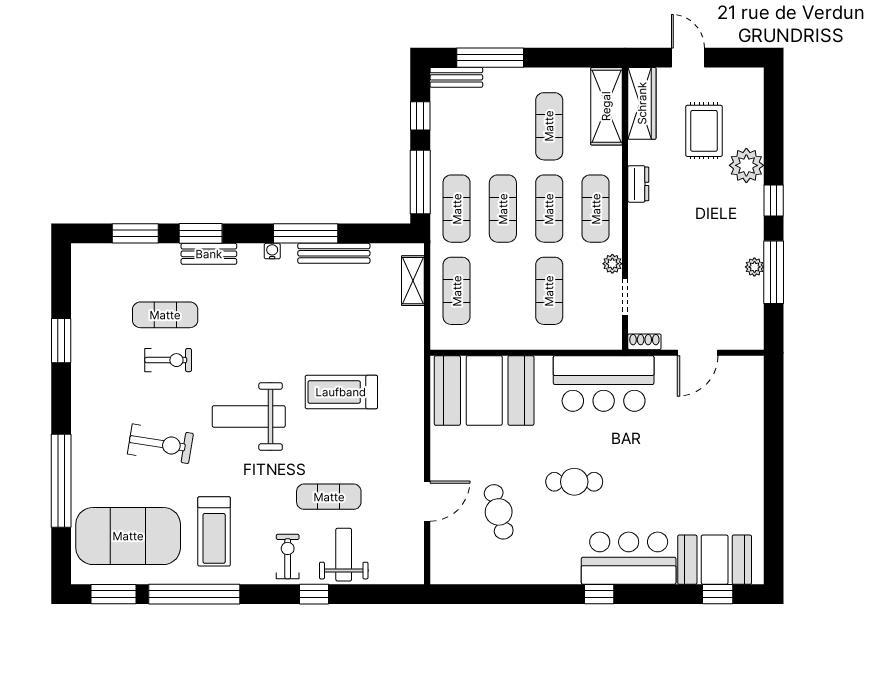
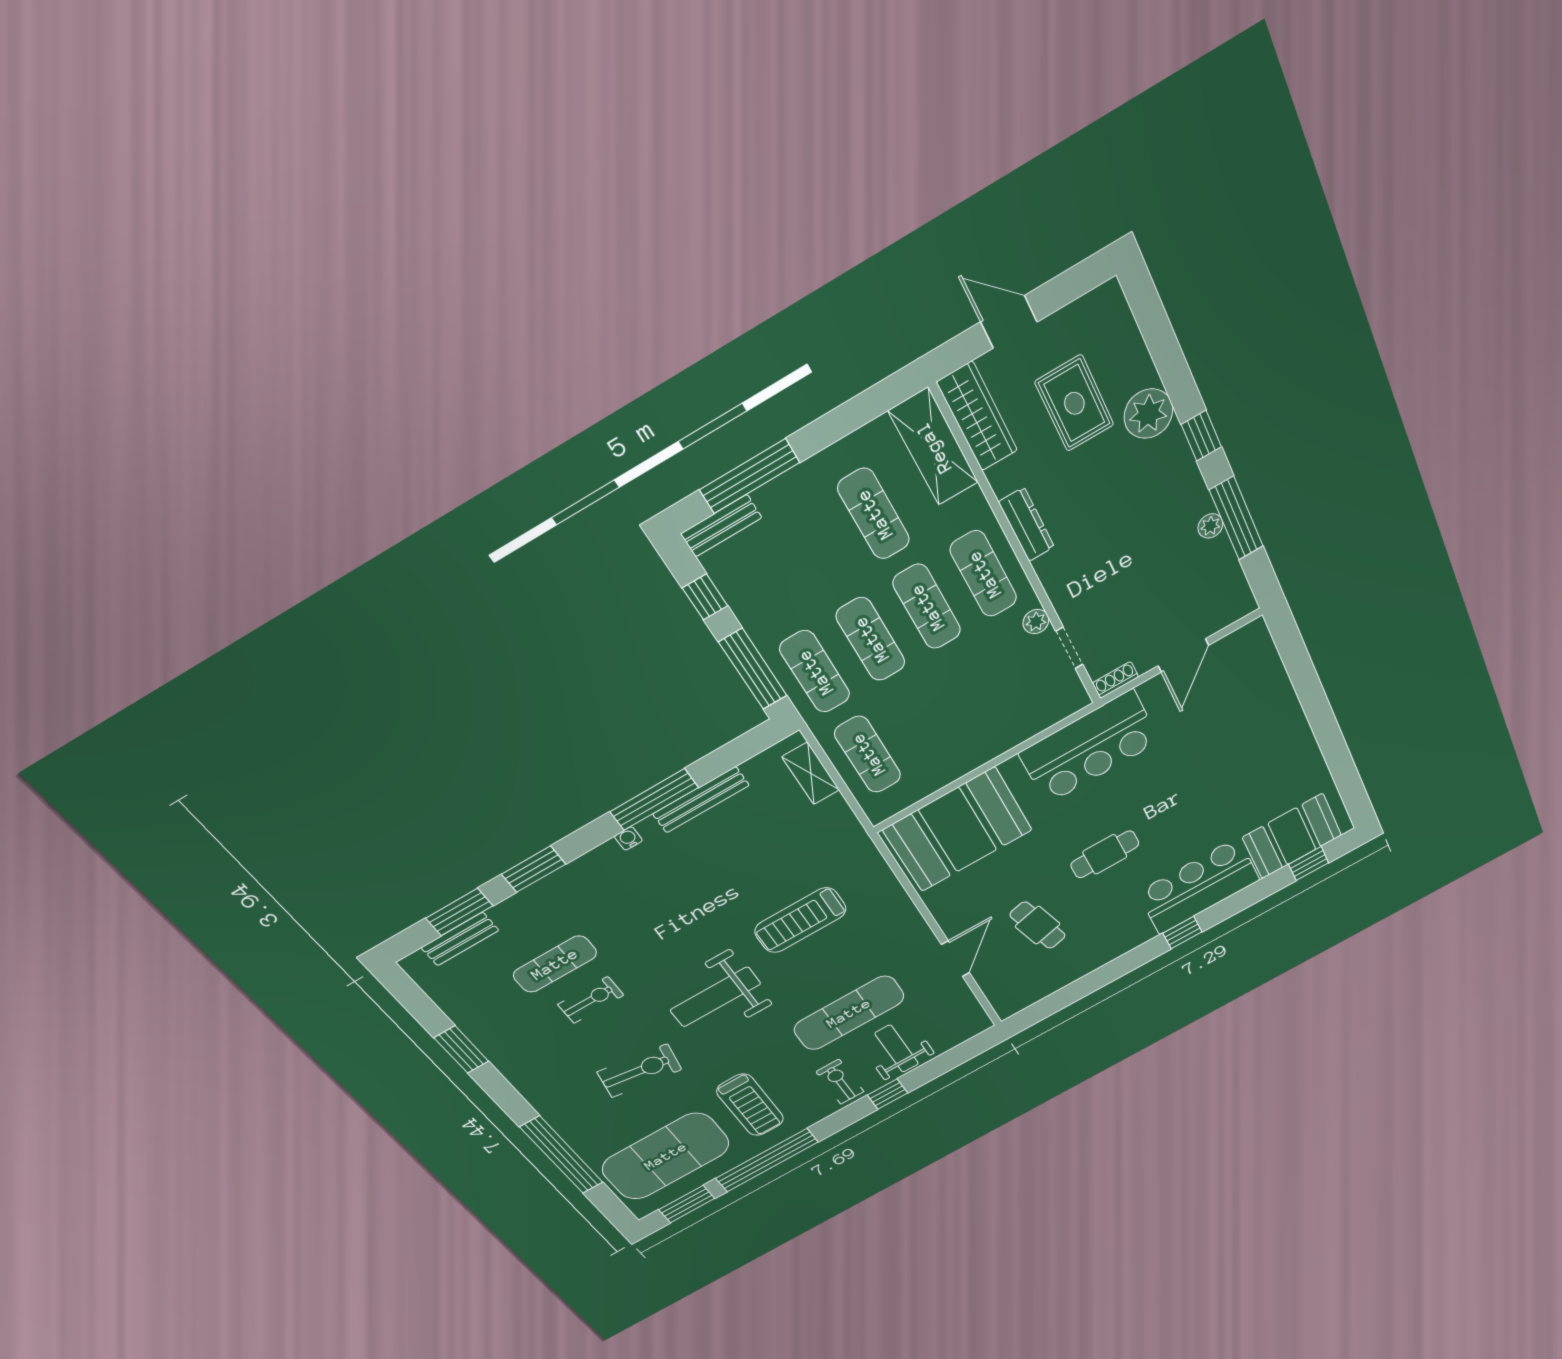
dresser: (638, 184) -> (1027, 525), width x1.44
bench: (209, 254) -> (460, 939), moved
exercise mat: (549, 291) -> (976, 693), removed
exercise mat: (329, 497) -> (849, 1013), width x1.36, depth x1.45

